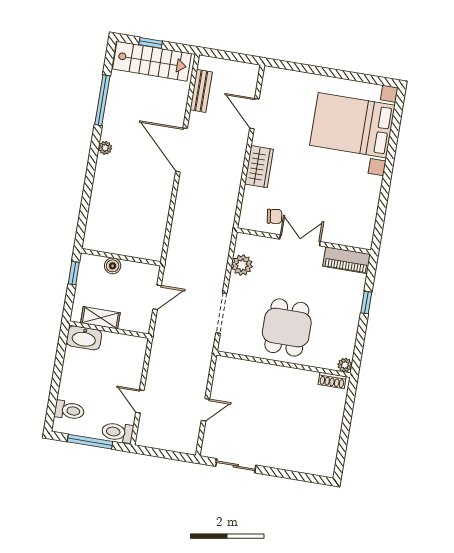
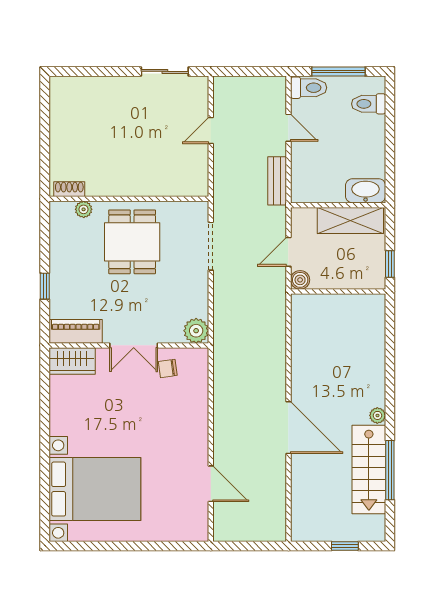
stairs: (152, 61) -> (369, 470), moved, turned -90
bench: (201, 91) -> (277, 181), moved
wardrobe: (259, 167) -> (72, 361), moved, turned -90
plant: (242, 265) -> (196, 331), moved
boiler: (113, 266) -> (300, 280), moved
shelving: (100, 318) -> (350, 221), width x1.50, depth x1.33
plant: (345, 365) -> (84, 209), moved

